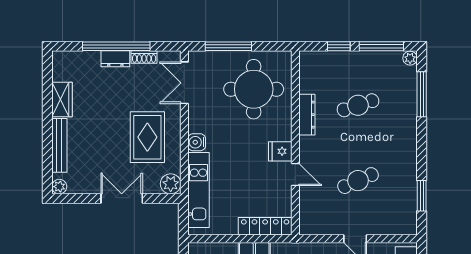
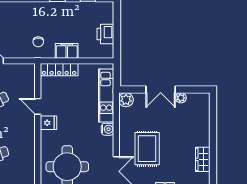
dresser: (307, 115) -> (30, 149), removed
rug: (147, 137) -> (147, 149), moved
bench: (59, 145) -> (205, 127), removed
plant: (59, 187) -> (181, 98), moved

